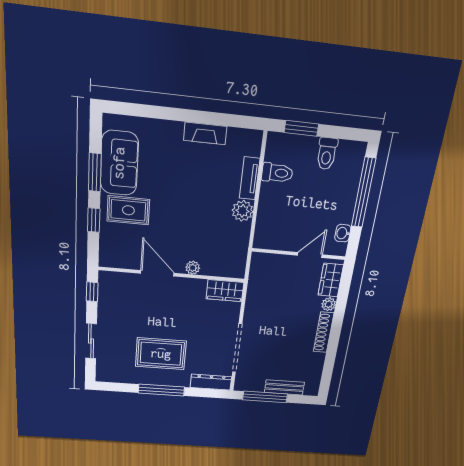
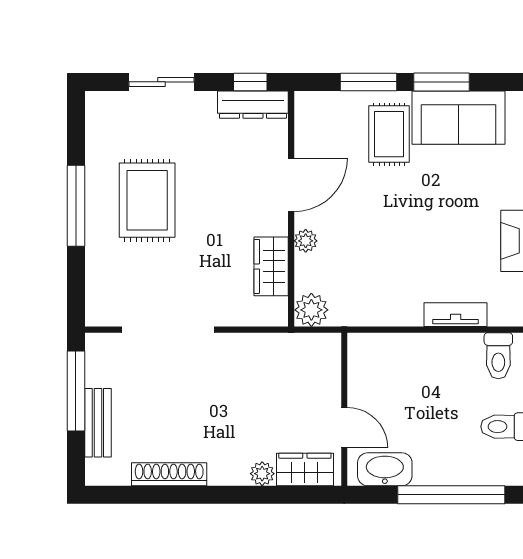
toilet: (277, 173) -> (498, 356), moved
plant: (243, 211) -> (311, 310), moved
window: (94, 220) -> (369, 82), width x1.50
washbasin: (343, 233) -> (385, 469), width x1.91, depth x1.45
wardrobe: (225, 291) -> (271, 266), moved
shoe rack: (324, 332) -> (169, 474), moved
dresser: (211, 382) -> (253, 105), moved, turned 90

